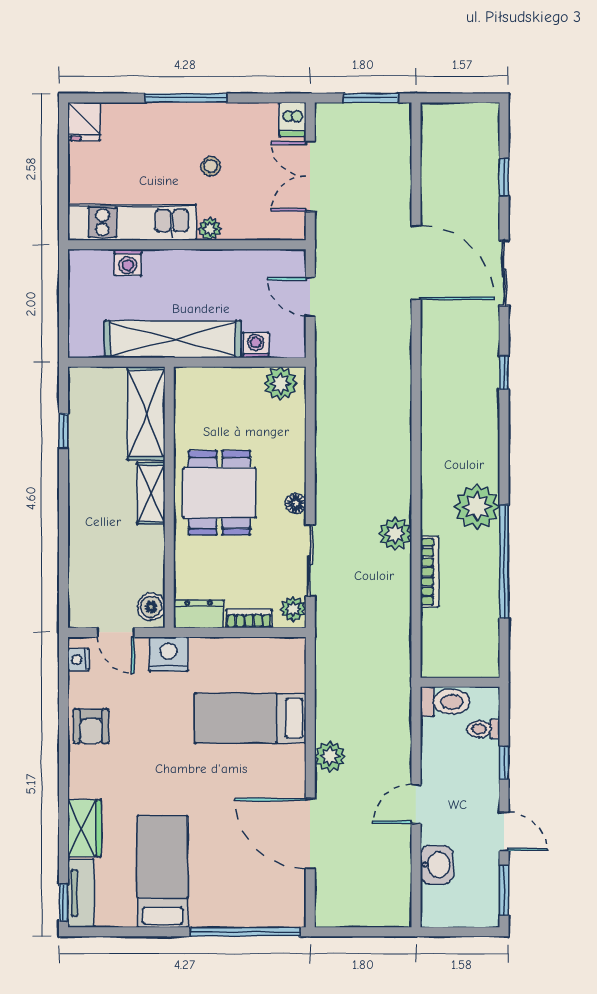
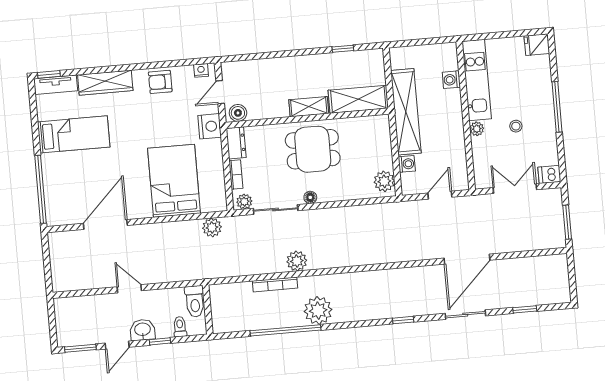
bed: (250, 718) -> (174, 181), width x1.50
plant: (330, 756) -> (212, 227), moved
wardrobe: (85, 828) -> (105, 83), width x1.50
washbasin: (437, 865) -> (143, 330), moved, turned 180

